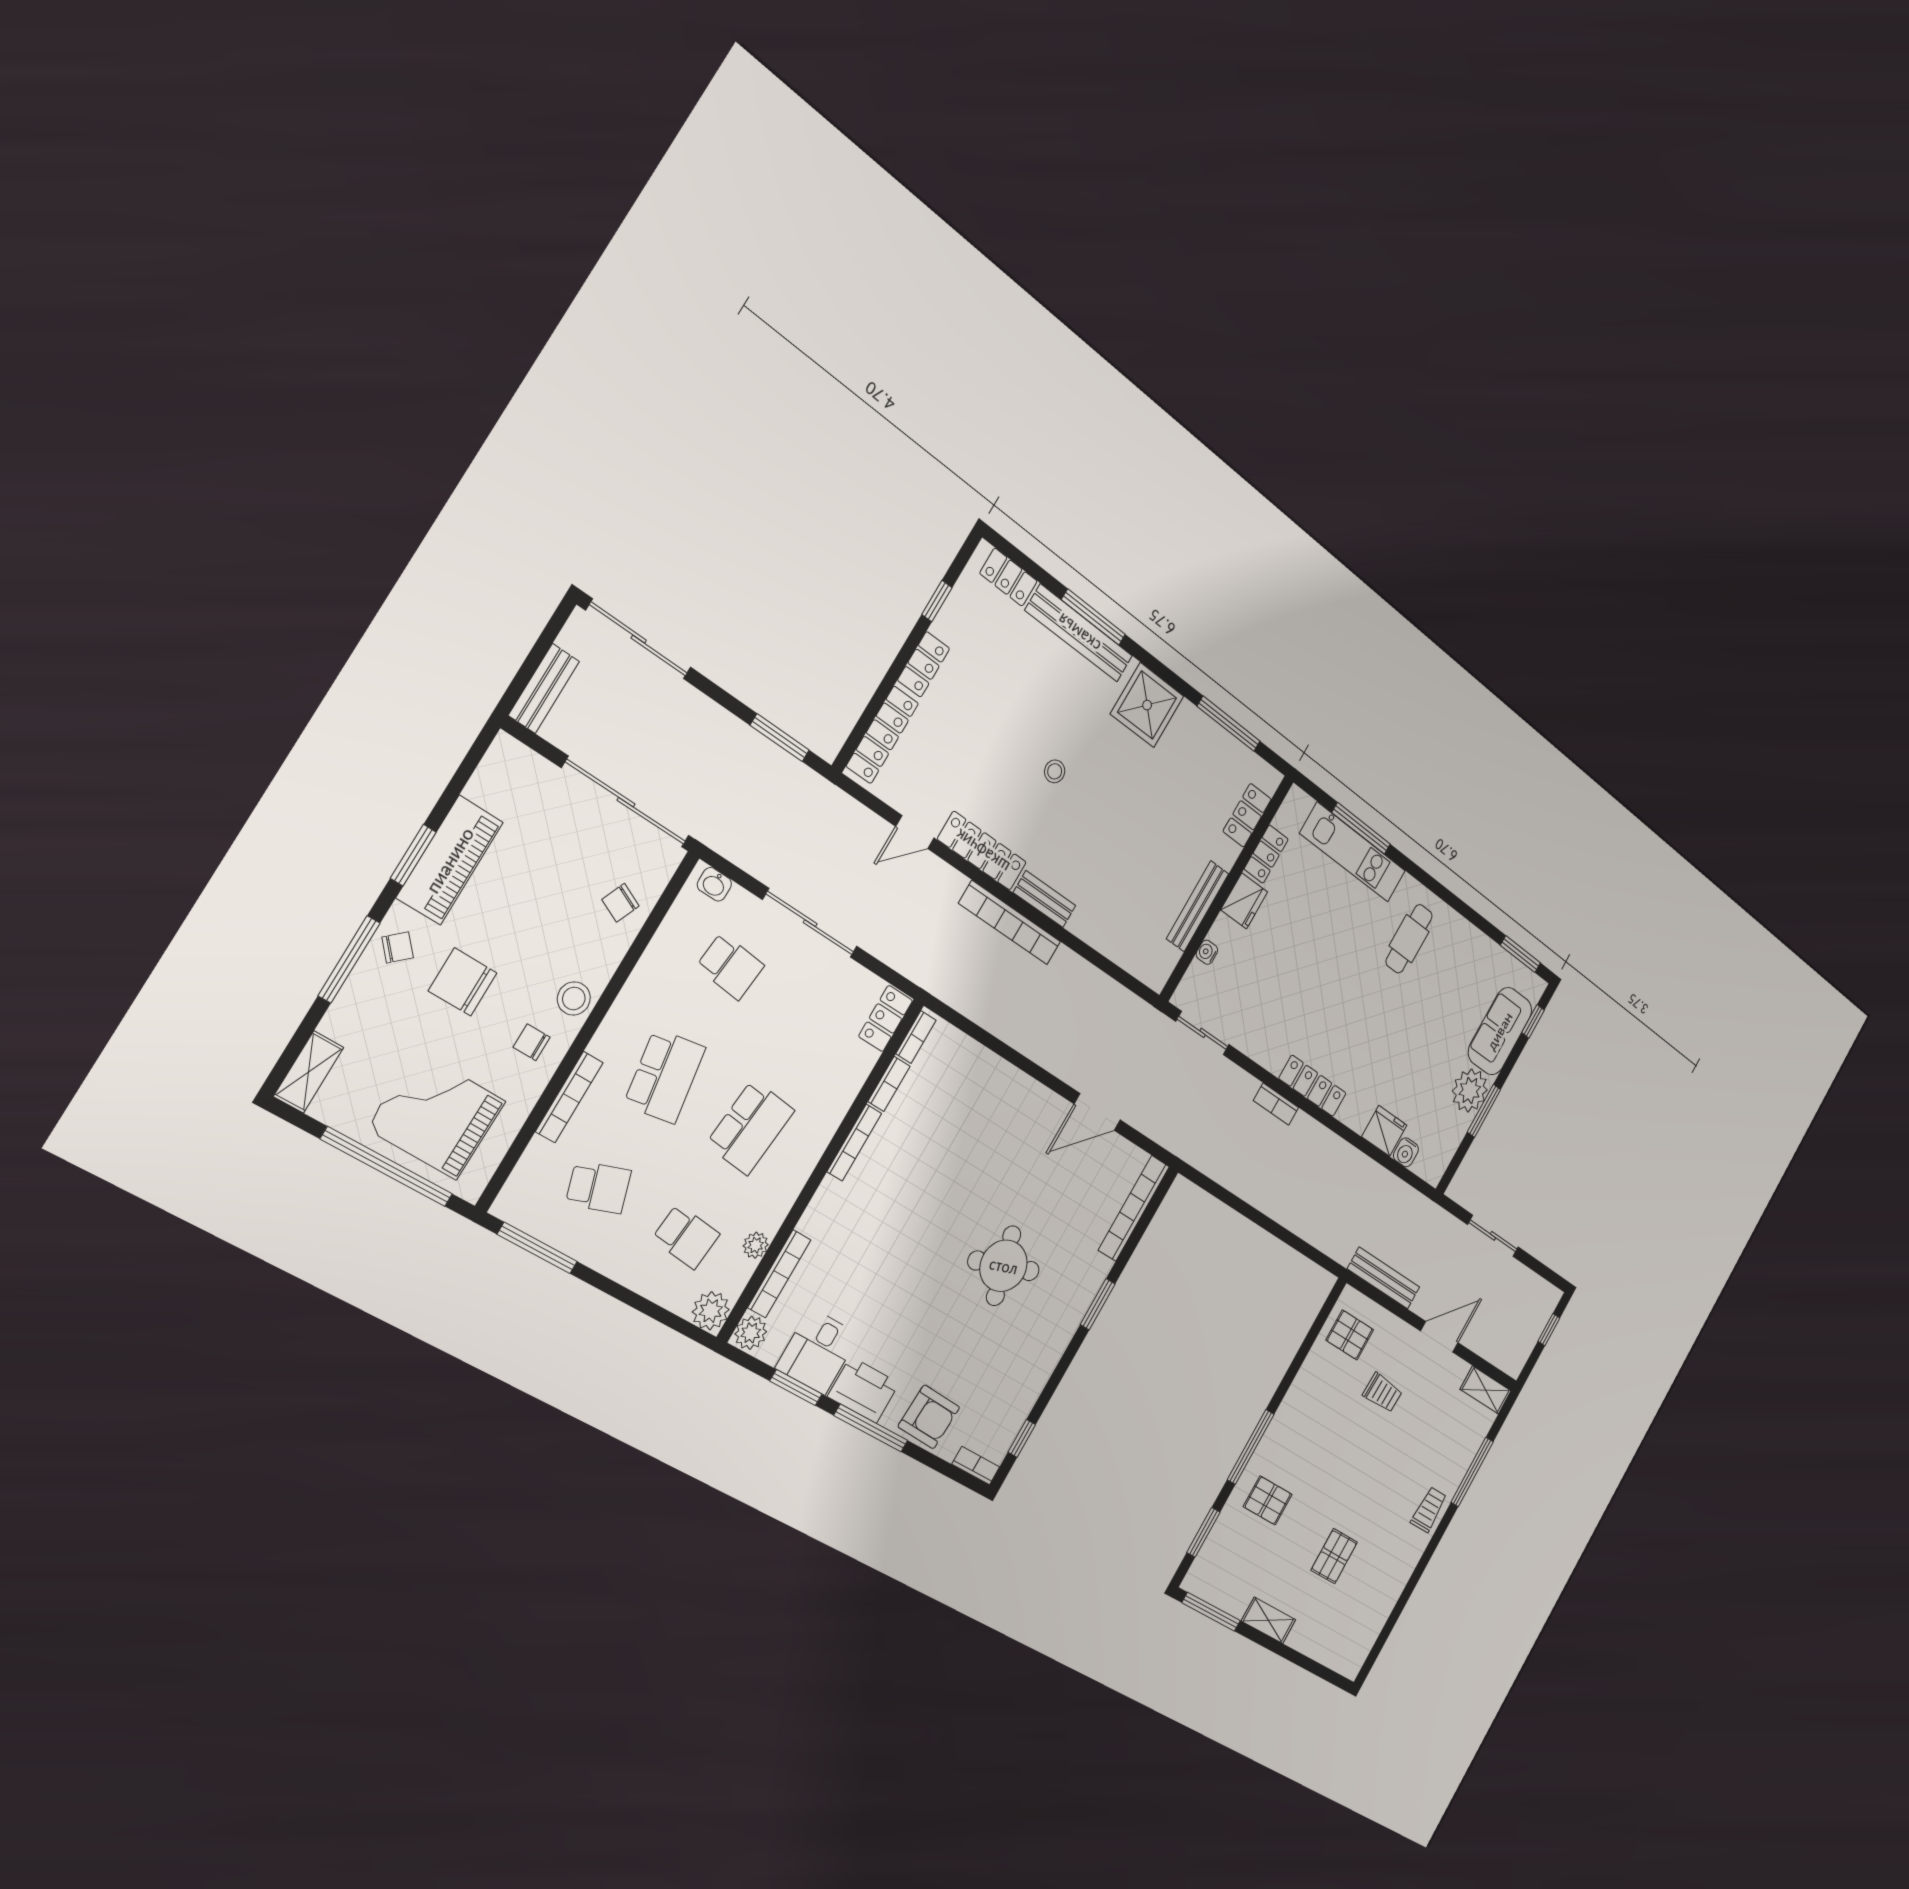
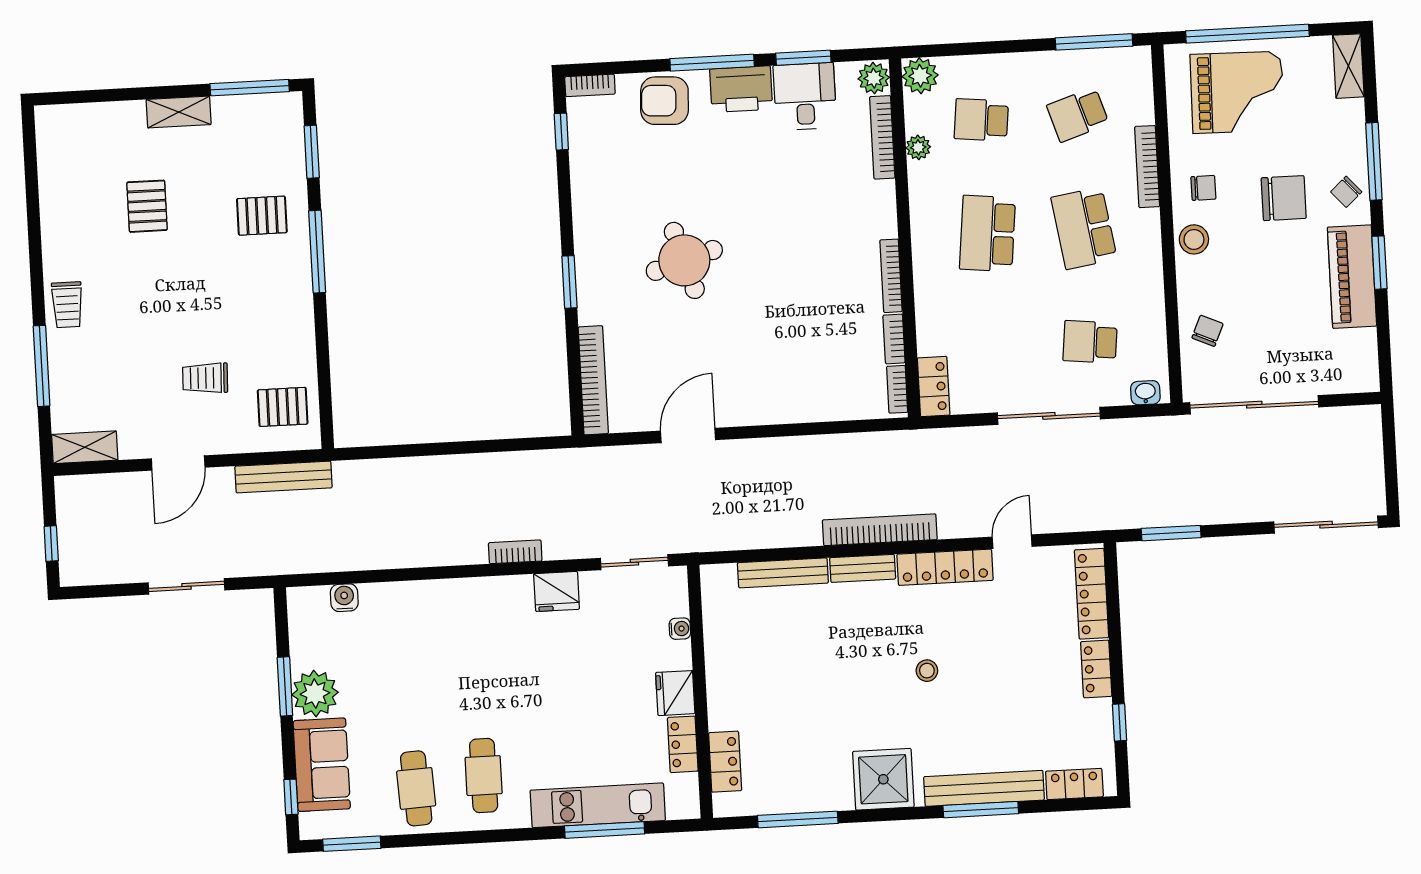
bench: (544, 688) -> (1369, 441), removed
bench: (1198, 906) -> (783, 573), moved, turned 90
cafe table: (1456, 964) -> (416, 788), added
locker: (1313, 1086) -> (489, 590), removed
fridge: (1384, 1131) -> (557, 591), moved

